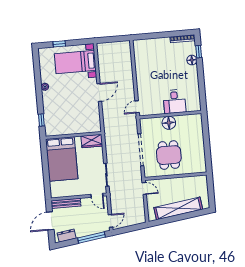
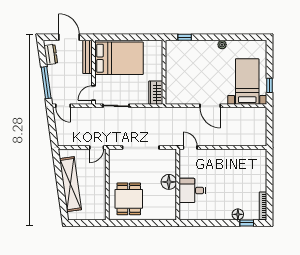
window: (59, 44) -> (269, 85), moved
dining table: (169, 155) -> (129, 199), moved, turned 90
bed: (62, 159) -> (119, 58), moved, turned 180

